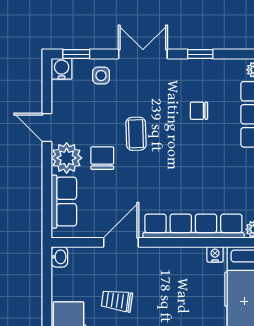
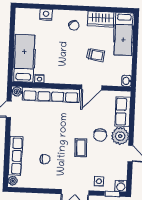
window: (200, 54) -> (43, 191), removed

